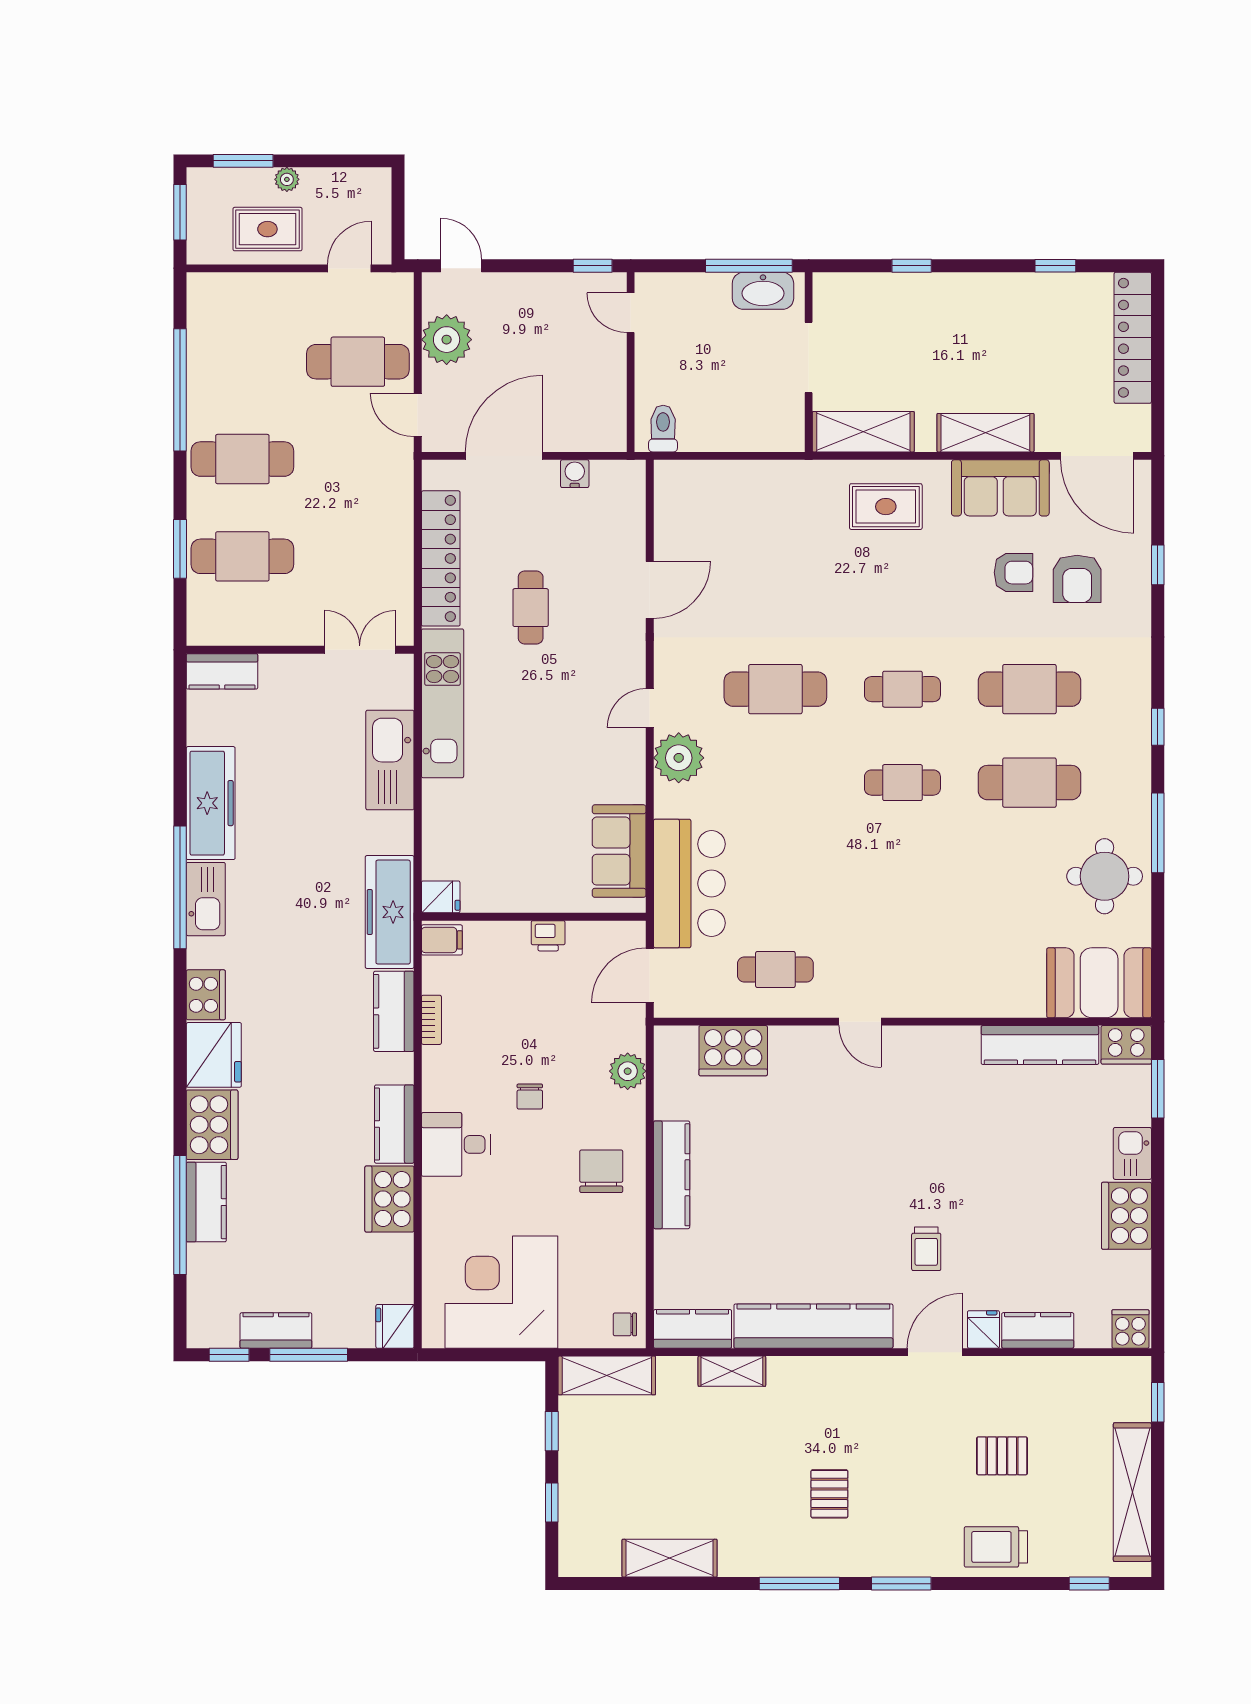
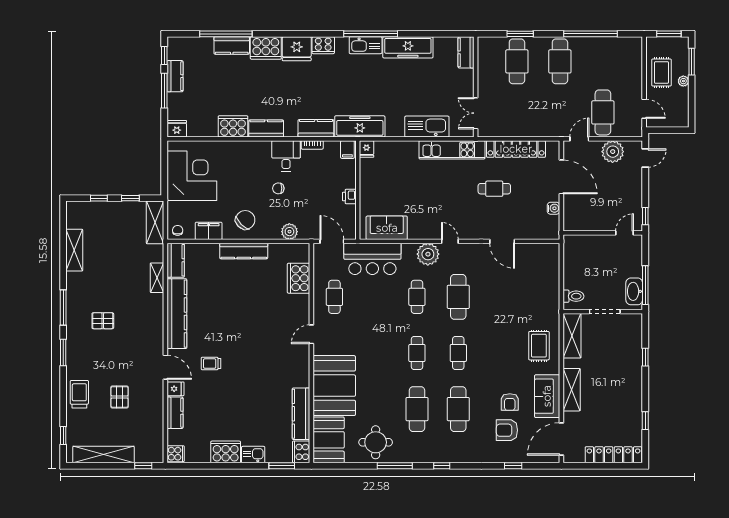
toilet: (663, 429) -> (573, 296), moved
double door: (360, 650) -> (476, 113), swing flipped
cafe table: (775, 783) -> (417, 297), added
booth: (976, 970) -> (334, 386), added
desk: (456, 1144) -> (286, 156), moved
chair: (601, 1171) -> (245, 220), turned -45
filing cabinet: (626, 1254) -> (209, 231), added

